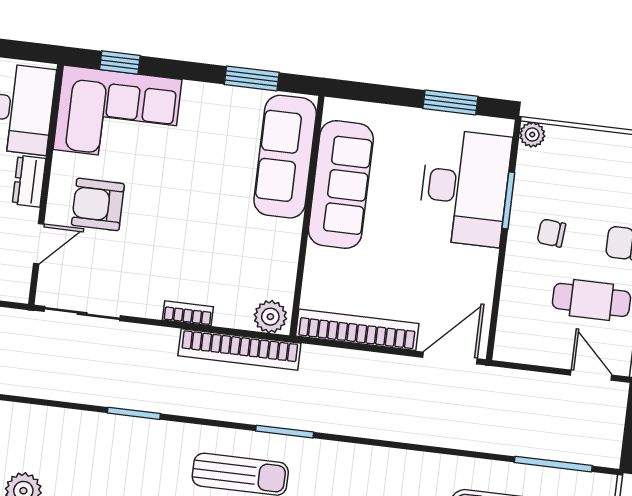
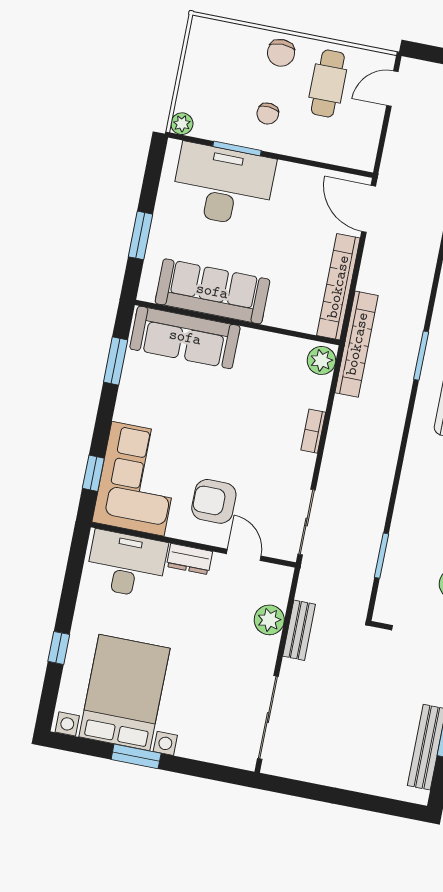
window: (450, 102) -> (140, 235), moved
armchair: (98, 204) -> (214, 501), turned 90
bookcase: (239, 349) -> (357, 344), moved
window: (134, 413) -> (381, 556), moved

